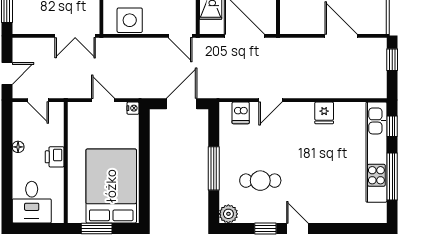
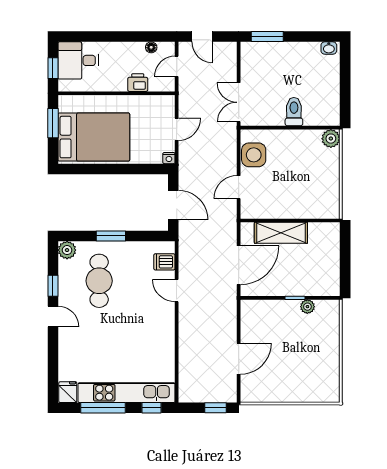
door: (180, 36) -> (239, 187), moved
fridge: (324, 113) -> (68, 392), moved, turned 90
floor lamp: (18, 147) -> (151, 47), moved
printer: (55, 157) -> (138, 83), moved
window: (214, 168) -> (111, 236), width x0.69
cafe table: (260, 181) -> (99, 281), width x1.37, depth x1.35
window: (40, 228) -> (53, 68), added
door: (297, 228) -> (53, 316), hinge flipped

